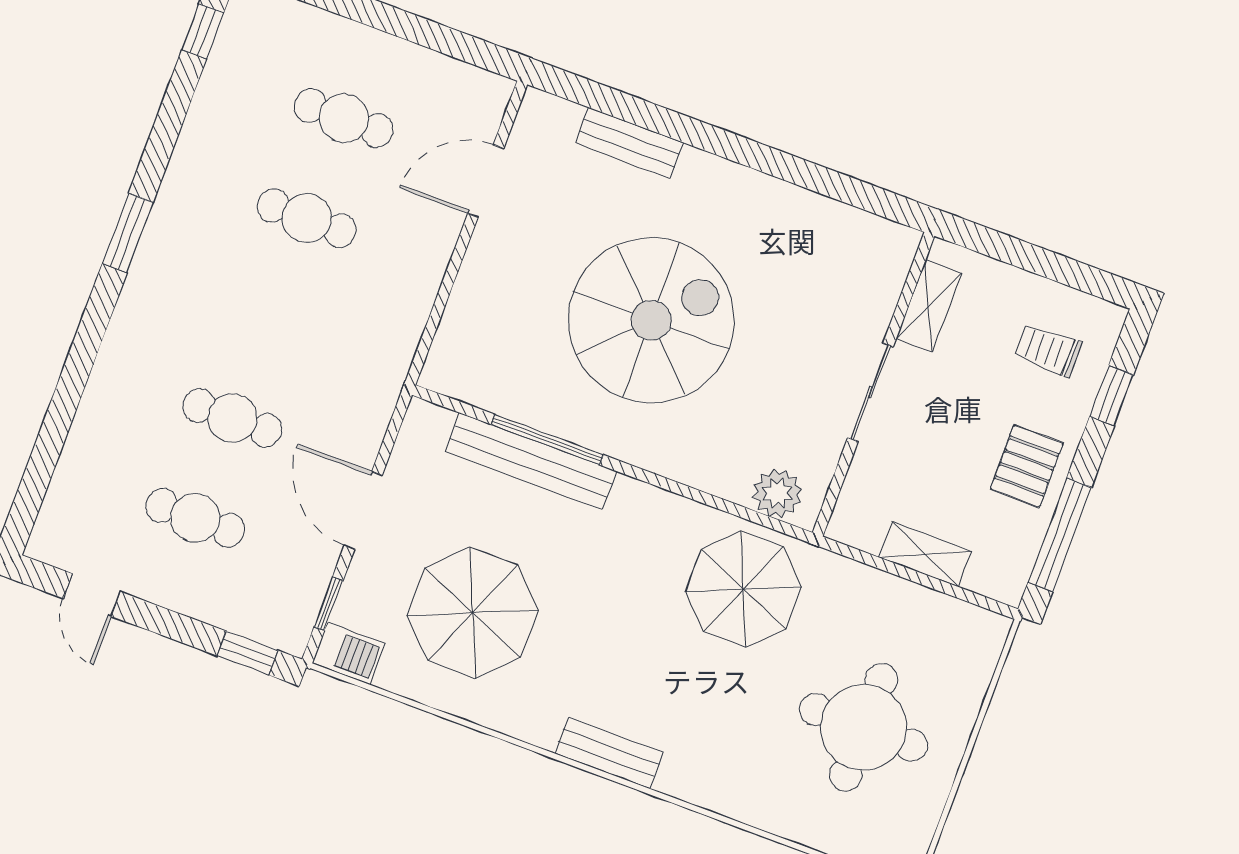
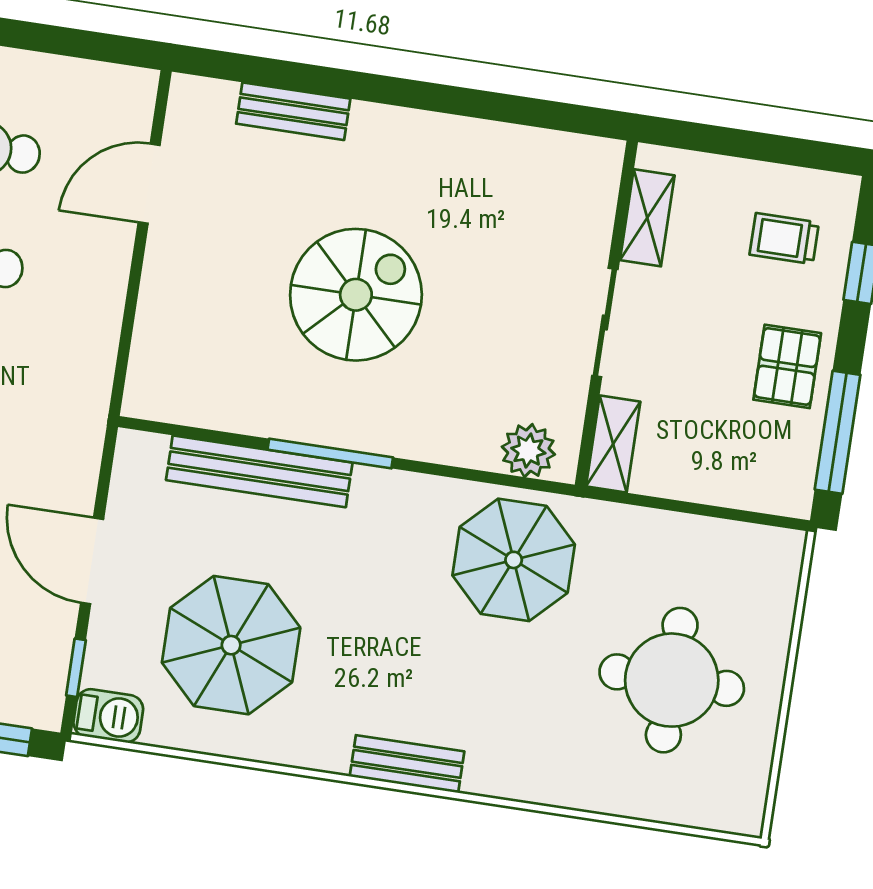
spiral stairs: (651, 320) -> (356, 295), width x0.73, depth x0.73
window: (547, 440) -> (330, 454), moved
shelving: (925, 554) -> (613, 444), moved, turned 90

